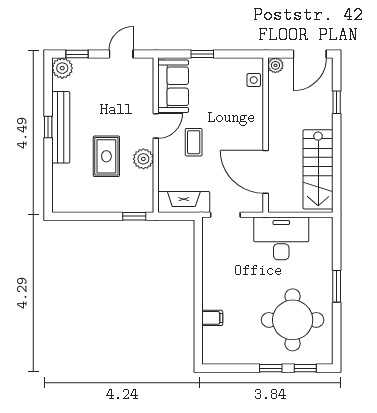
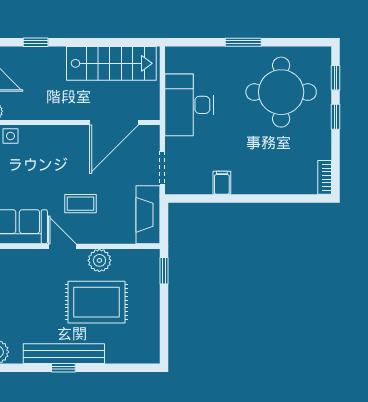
rug: (106, 156) -> (97, 302), width x1.36, depth x1.43
filing cabinet: (212, 318) -> (222, 183), moved
bookcase: (217, 358) -> (325, 177), added

